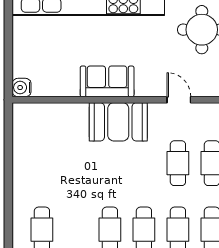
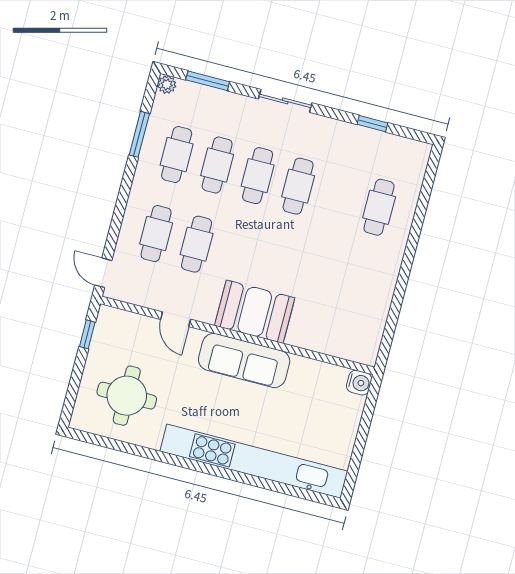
sofa: (107, 81) -> (244, 360), width x1.36

